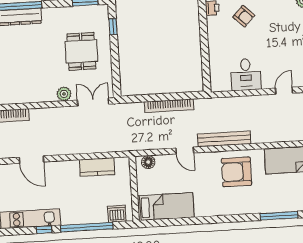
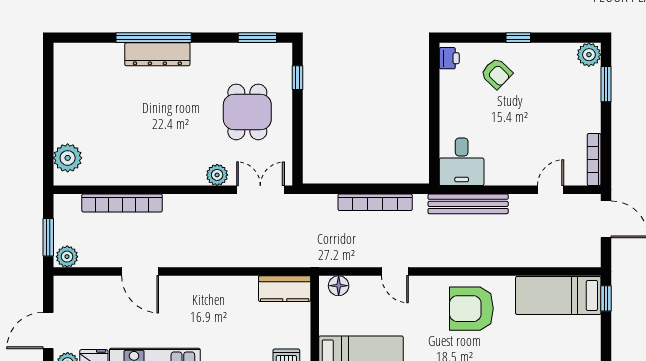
desk: (246, 74) -> (462, 162), moved
bench: (224, 139) -> (468, 204), moved
door: (31, 160) -> (140, 272), moved
kitchen counter: (97, 167) -> (285, 289), moved

